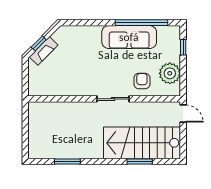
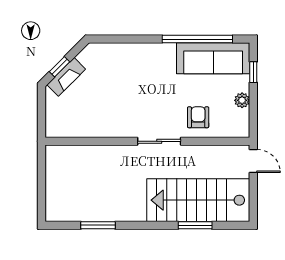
sofa: (129, 37) -> (213, 58), moved
plant: (170, 73) -> (242, 100), width x0.53, depth x0.53

